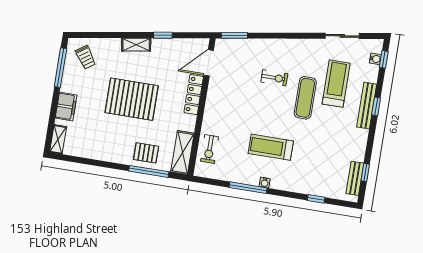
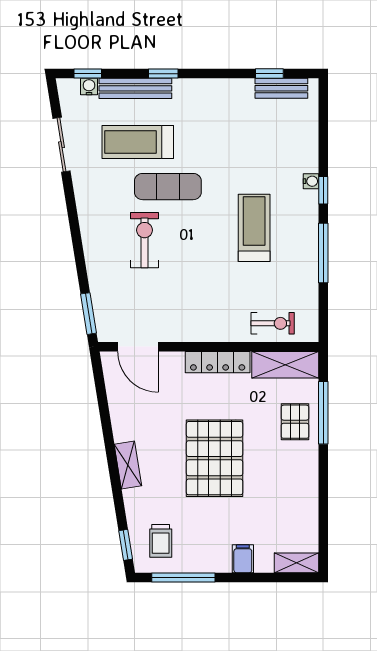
window: (163, 35) -> (126, 545), moved
trolley: (86, 57) -> (161, 541), turned 125
exercise bike: (274, 78) -> (145, 240), width x1.38, depth x1.39
locker: (194, 95) -> (218, 362), moved
filing cabinet: (66, 106) -> (243, 559), width x0.50
bench: (367, 106) -> (135, 88), moved
treadmill: (271, 147) -> (254, 228), turned 180
water cooler: (265, 183) -> (311, 181), moved
window: (316, 199) -> (323, 190), moved

